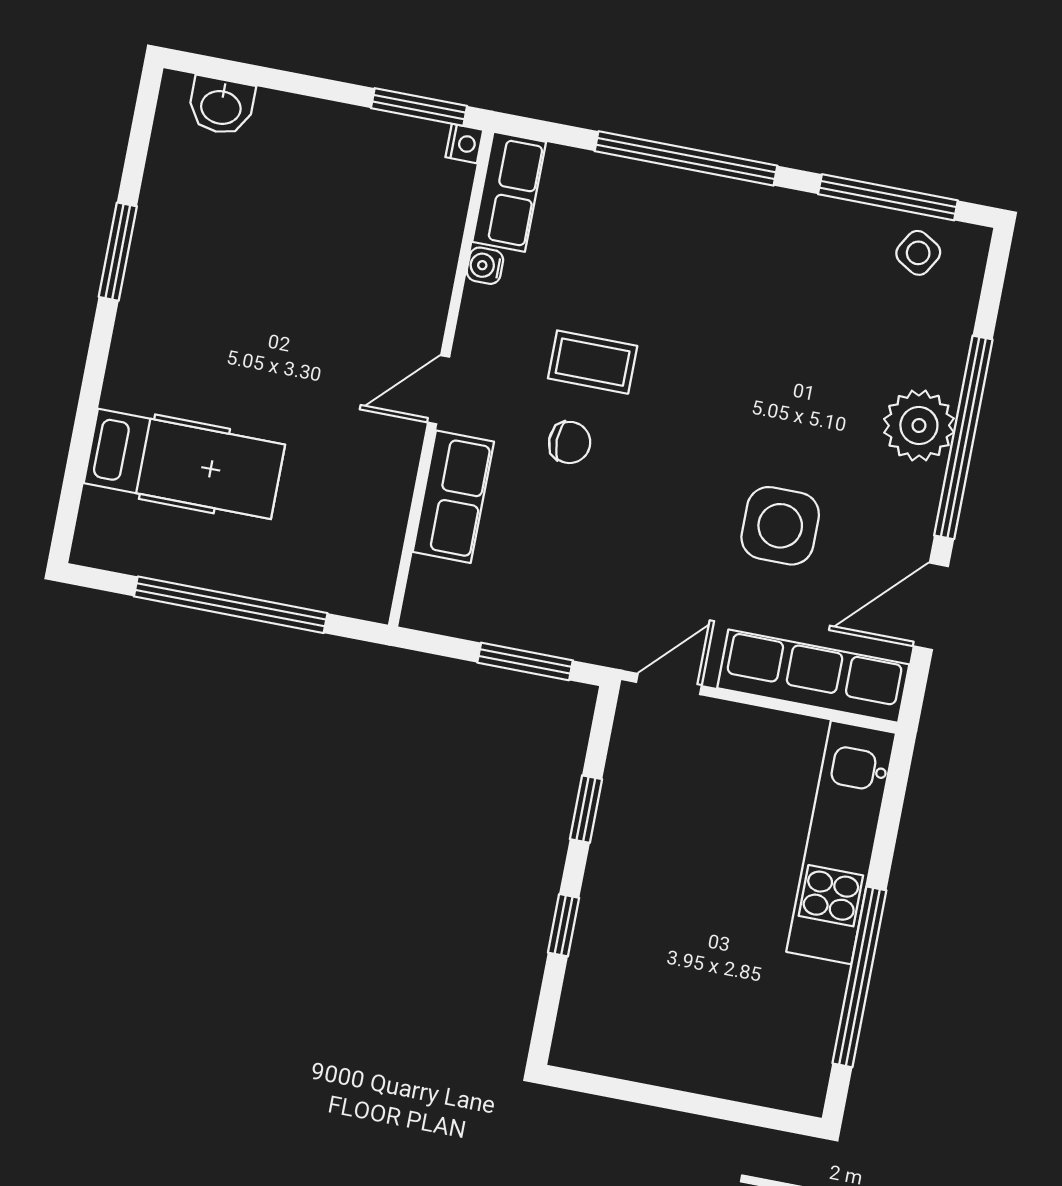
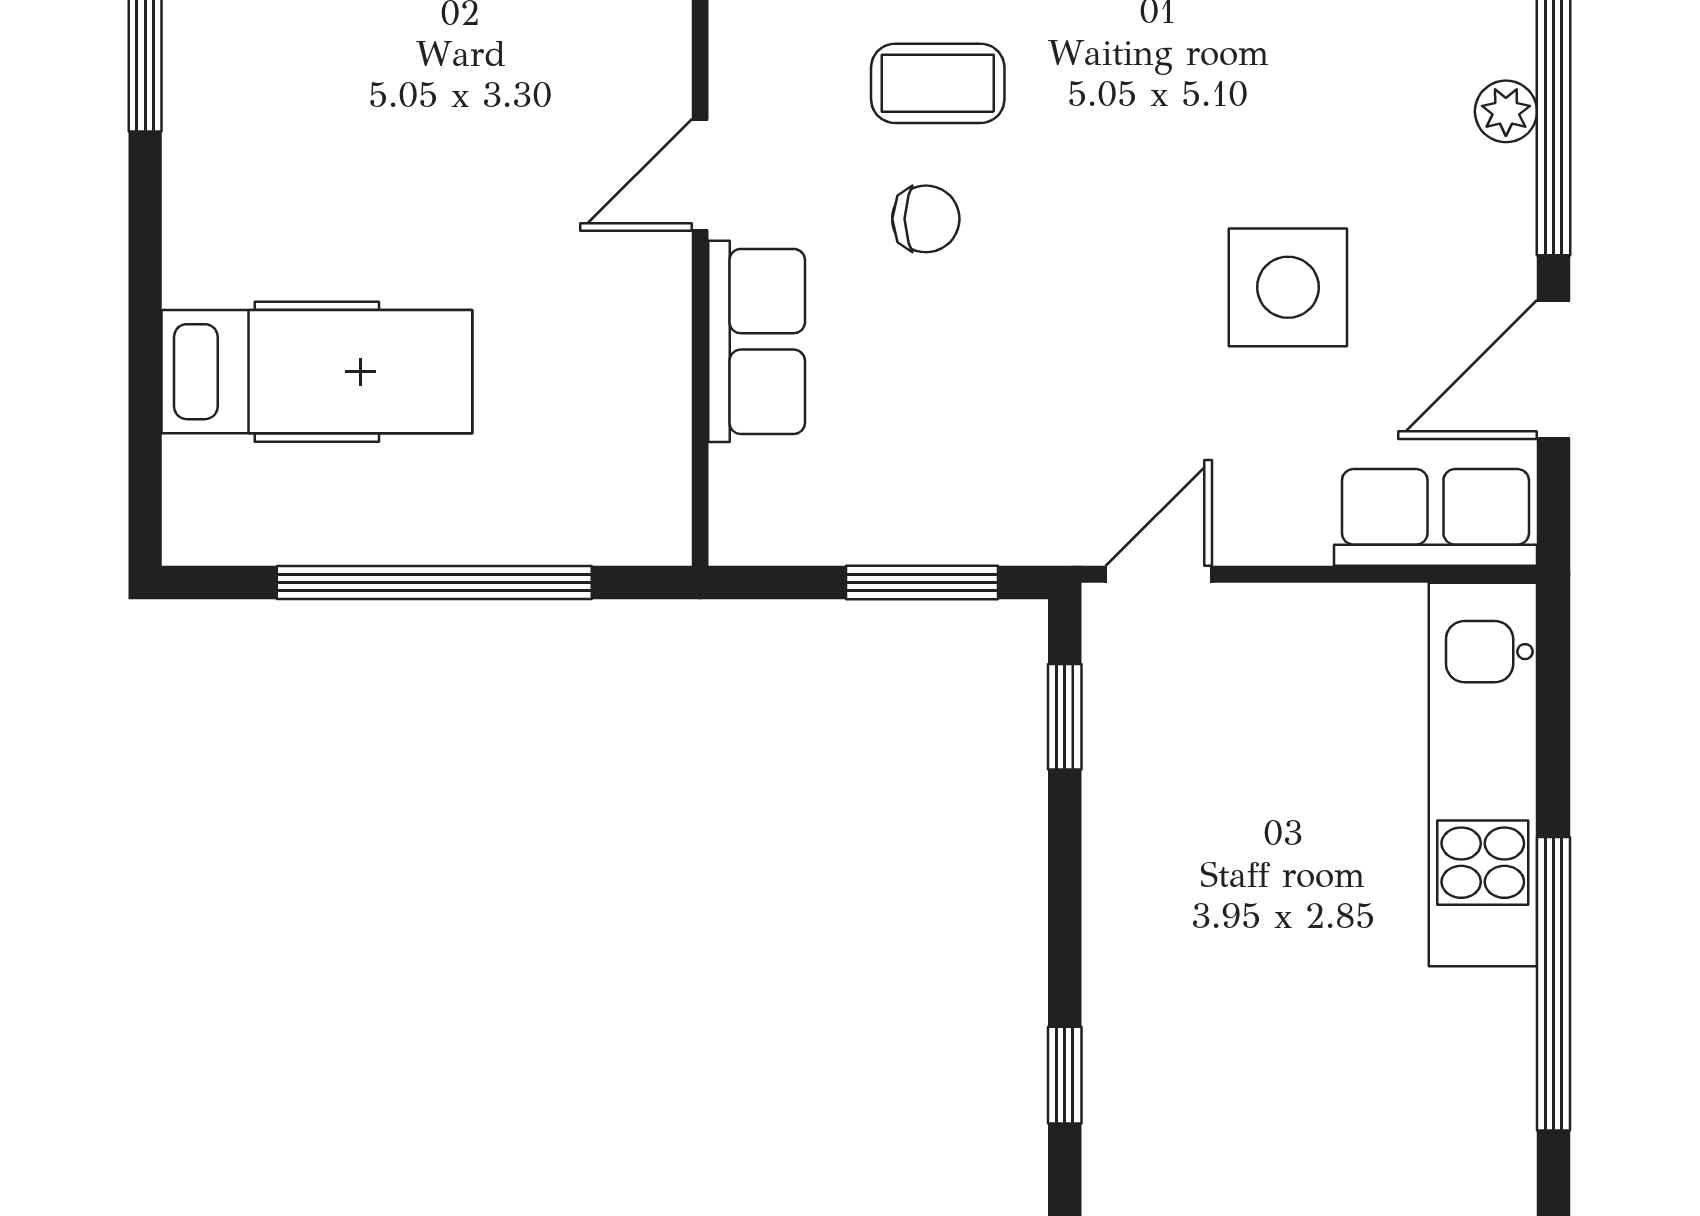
plant: (919, 426) -> (1506, 111), width x0.53, depth x0.53
row of seats: (813, 676) -> (1435, 517), width x0.68
window: (586, 809) -> (1065, 717), moved
window: (564, 925) -> (1065, 1075), moved

